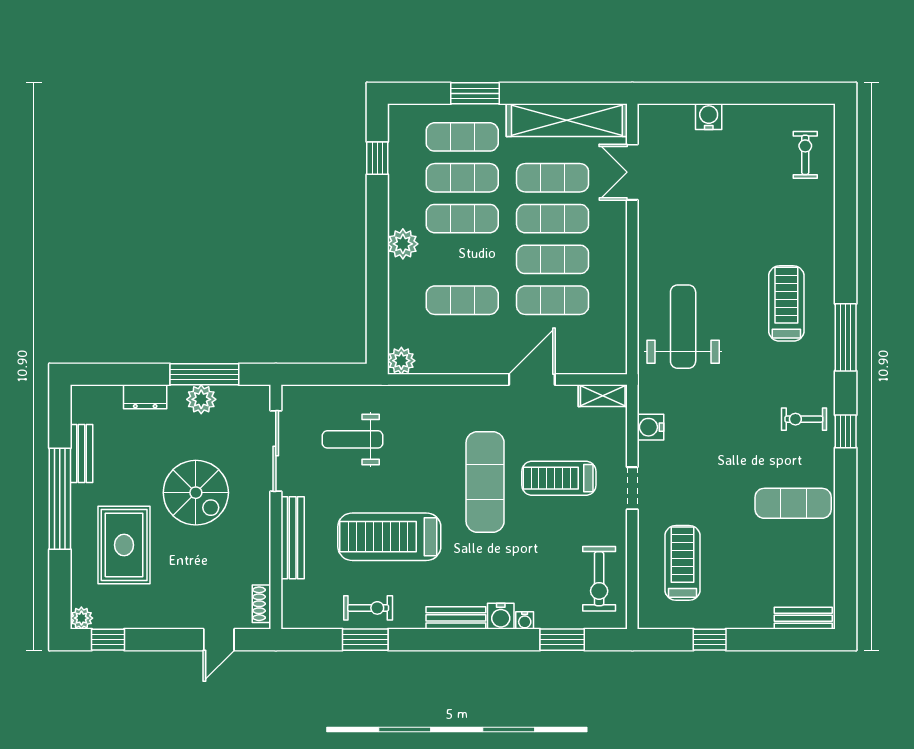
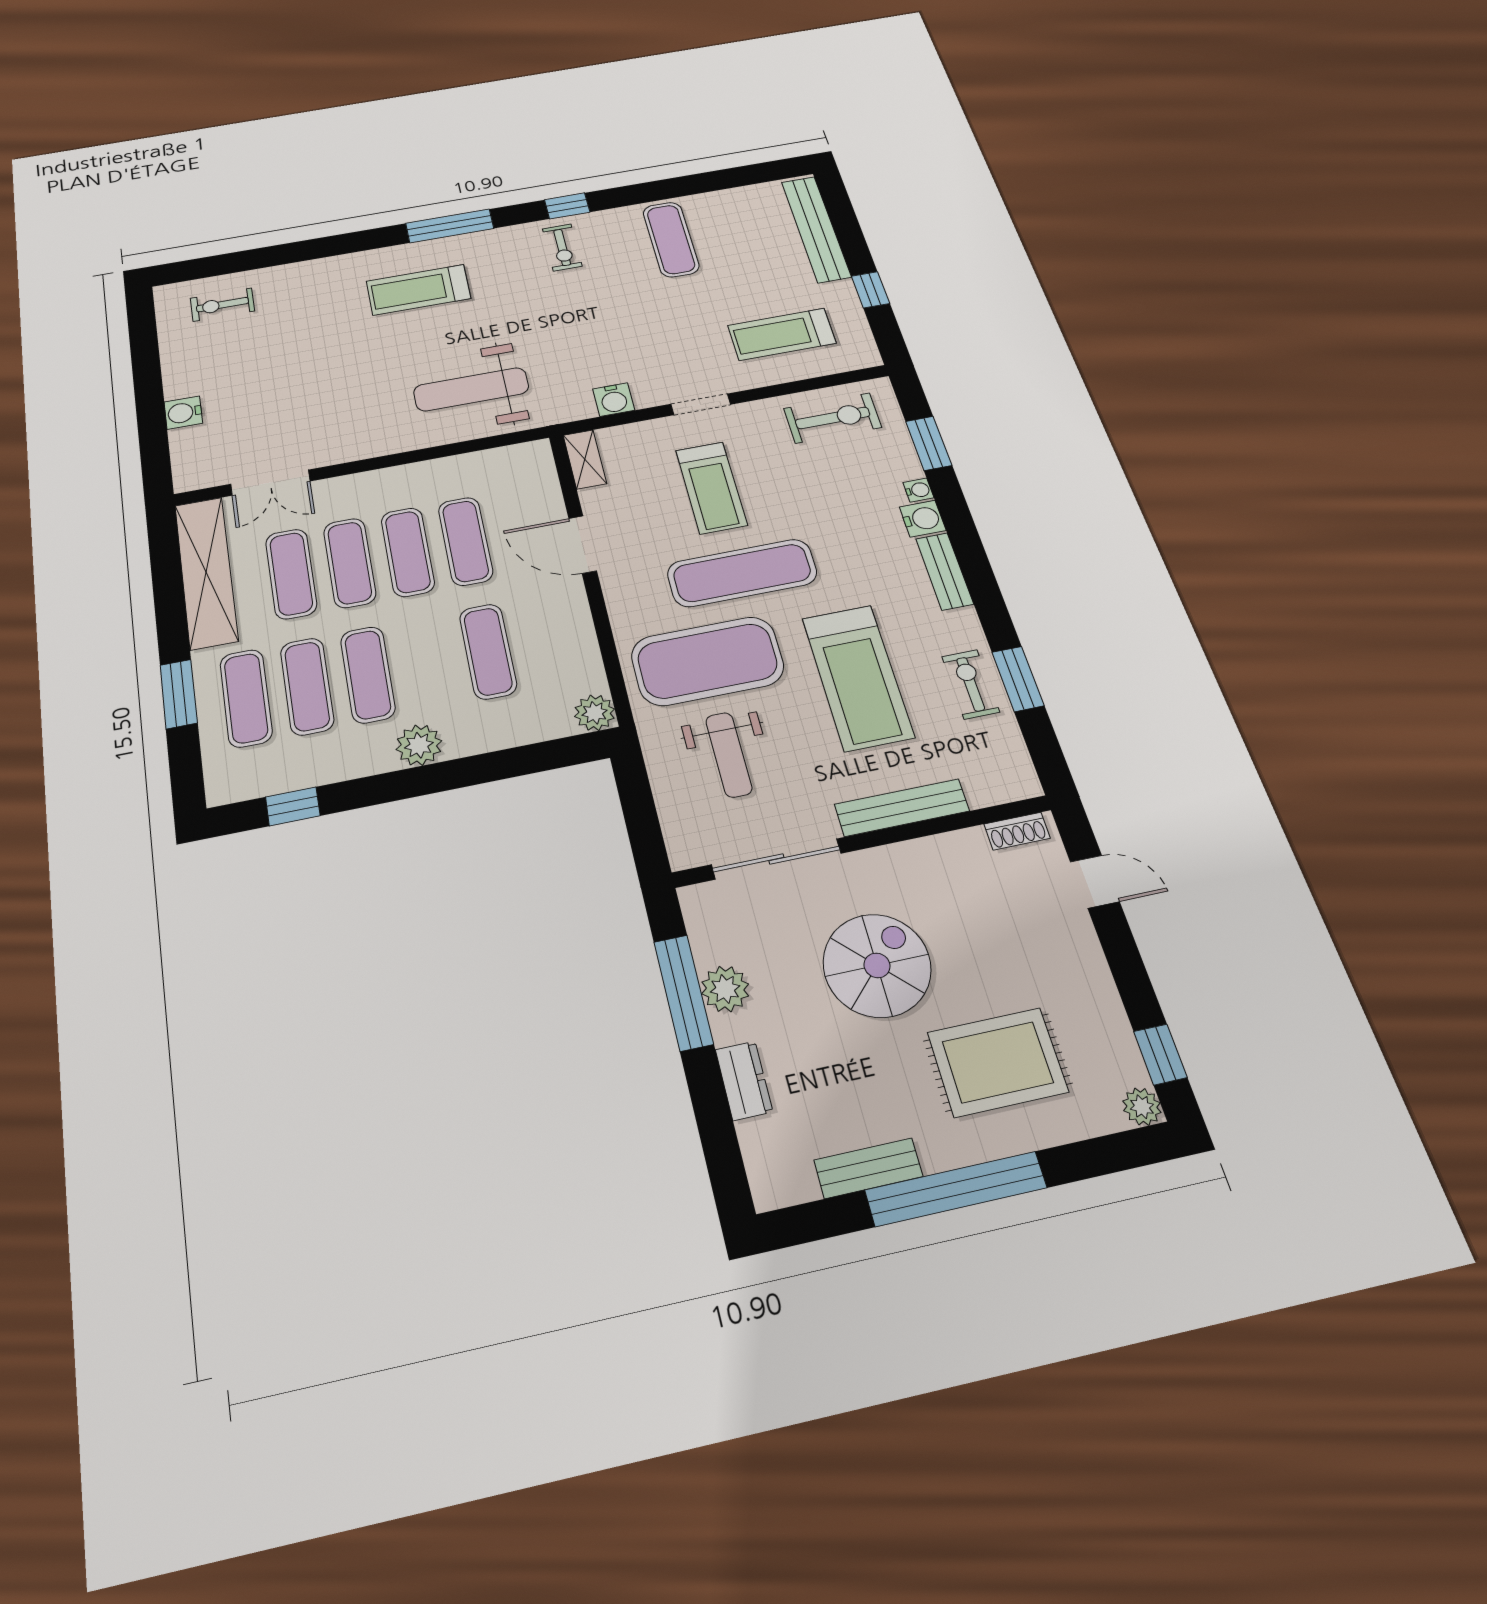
exercise mat: (423, 442) -> (707, 661), added
bench: (803, 618) -> (816, 229), width x1.86, depth x1.21

